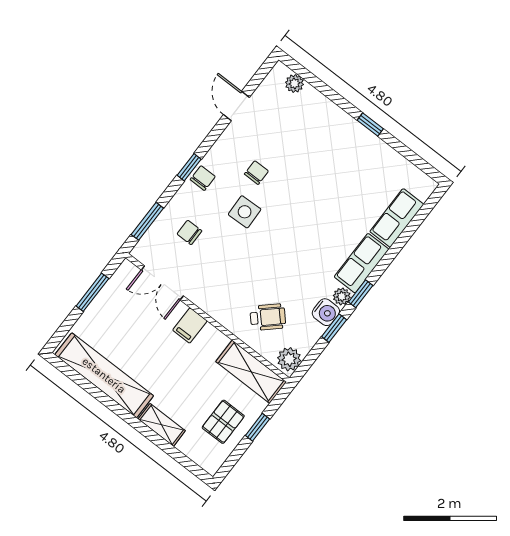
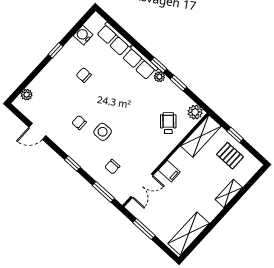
chair: (203, 178) -> (84, 75), moved
water cooler: (326, 312) -> (83, 35), moved, turned -90
shelving: (104, 375) -> (189, 234), width x0.68

